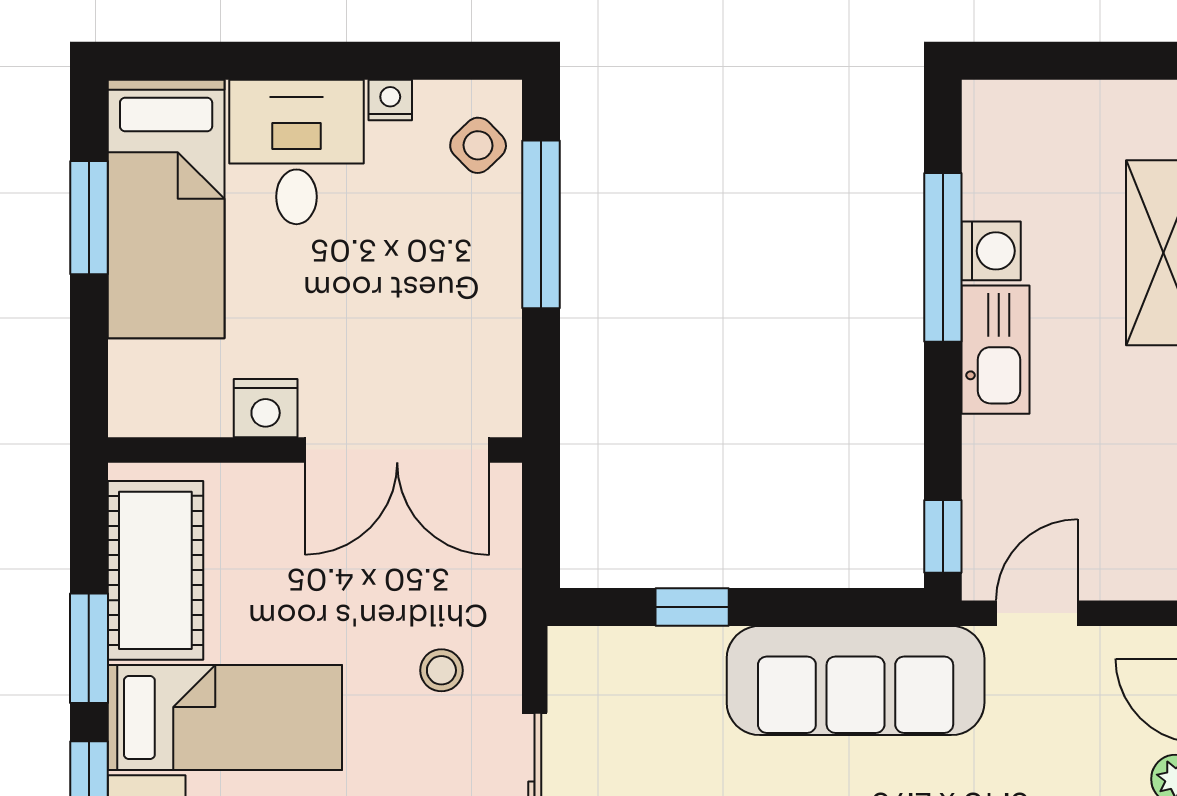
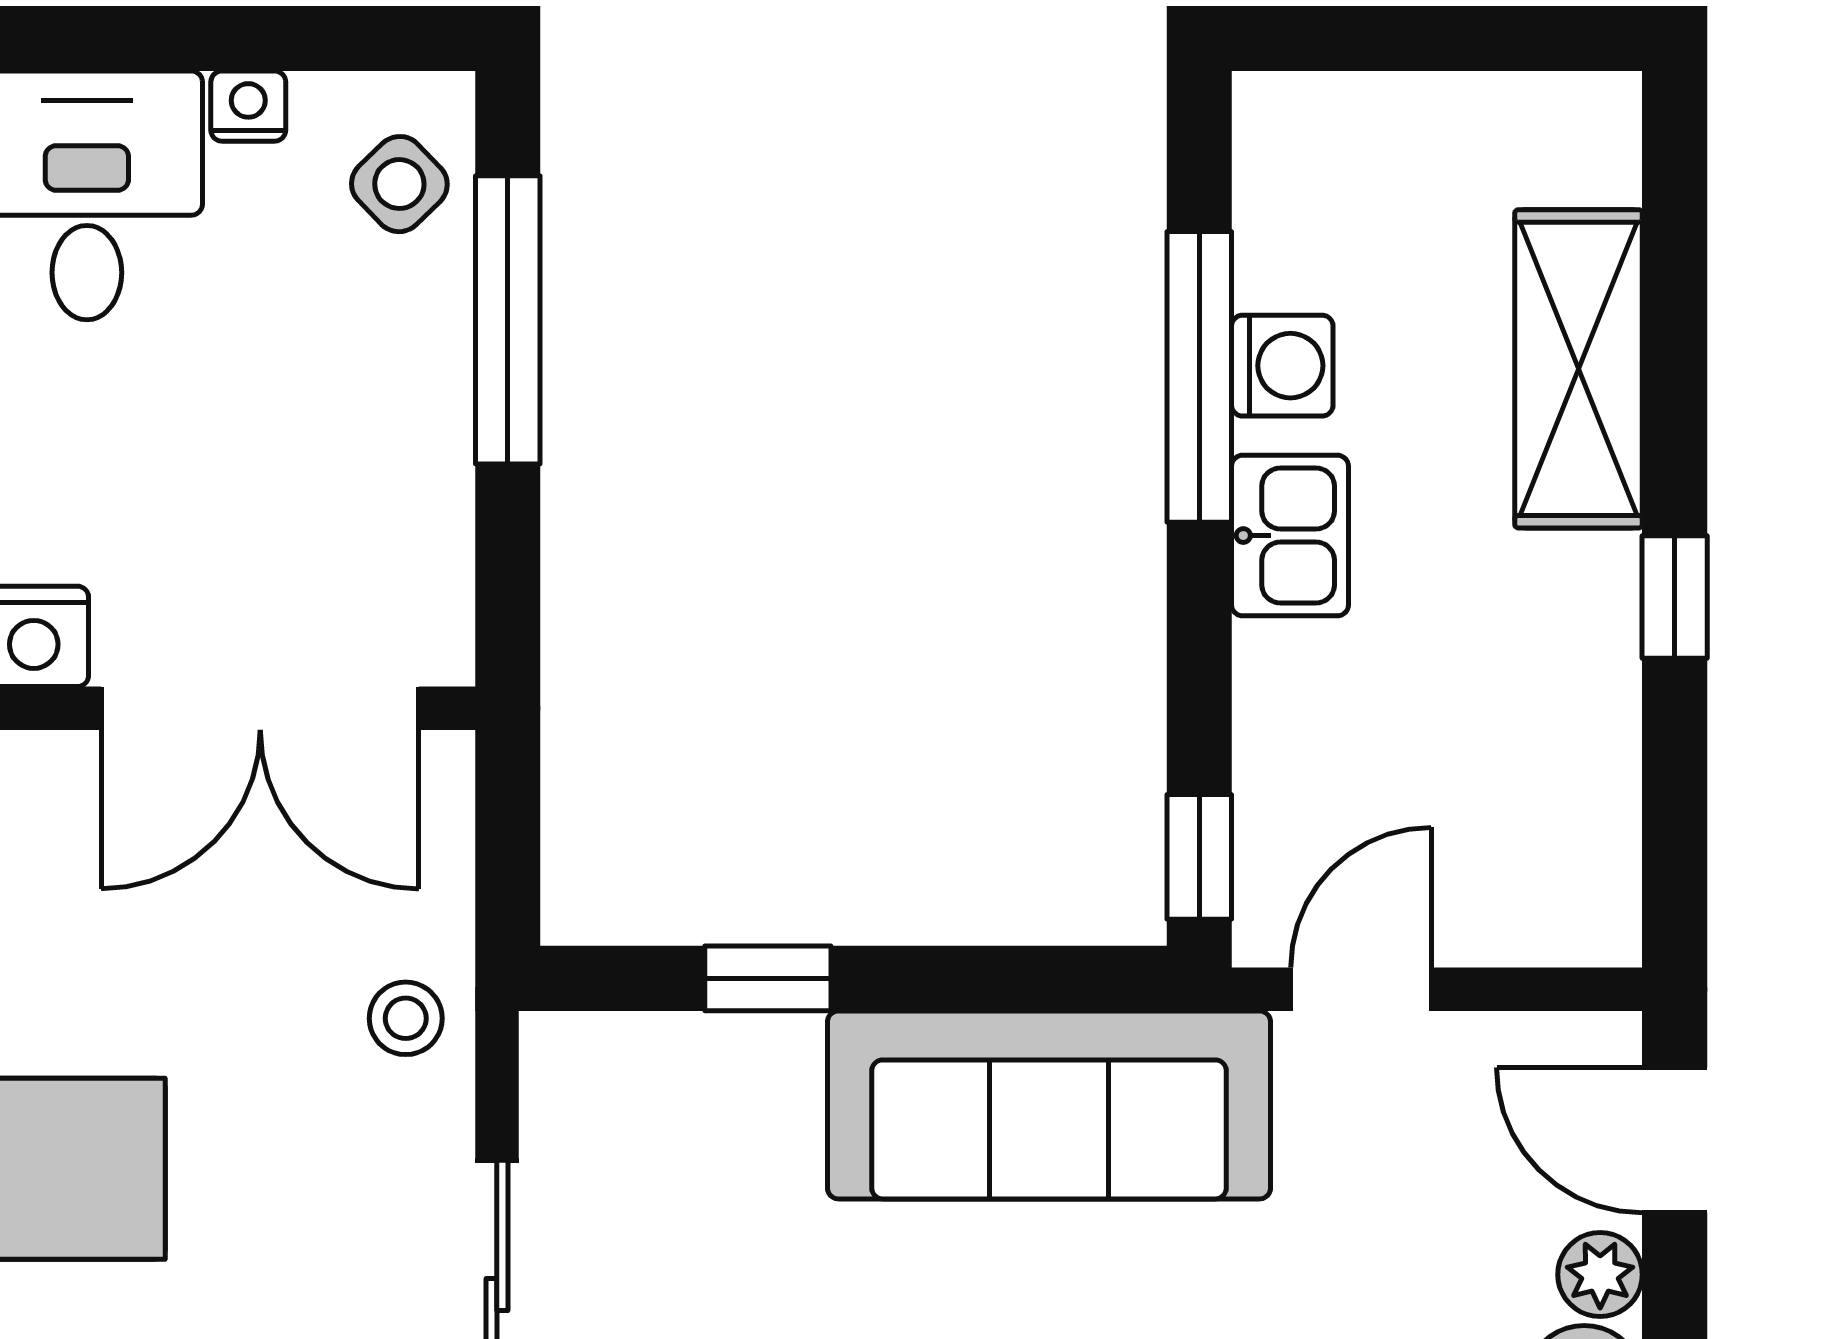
kitchen sink: (996, 350) -> (1290, 536), width x0.73
stool: (441, 670) -> (406, 1018), moved

